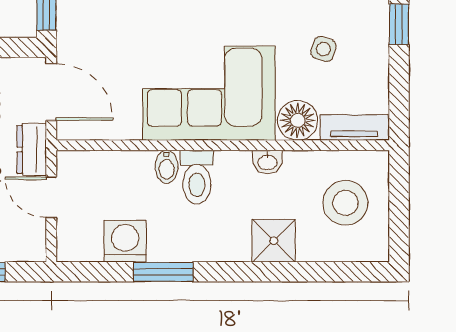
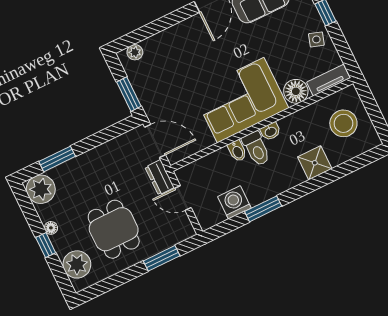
side table: (323, 49) -> (316, 39), moved
washbasin: (267, 162) -> (271, 131), moved

